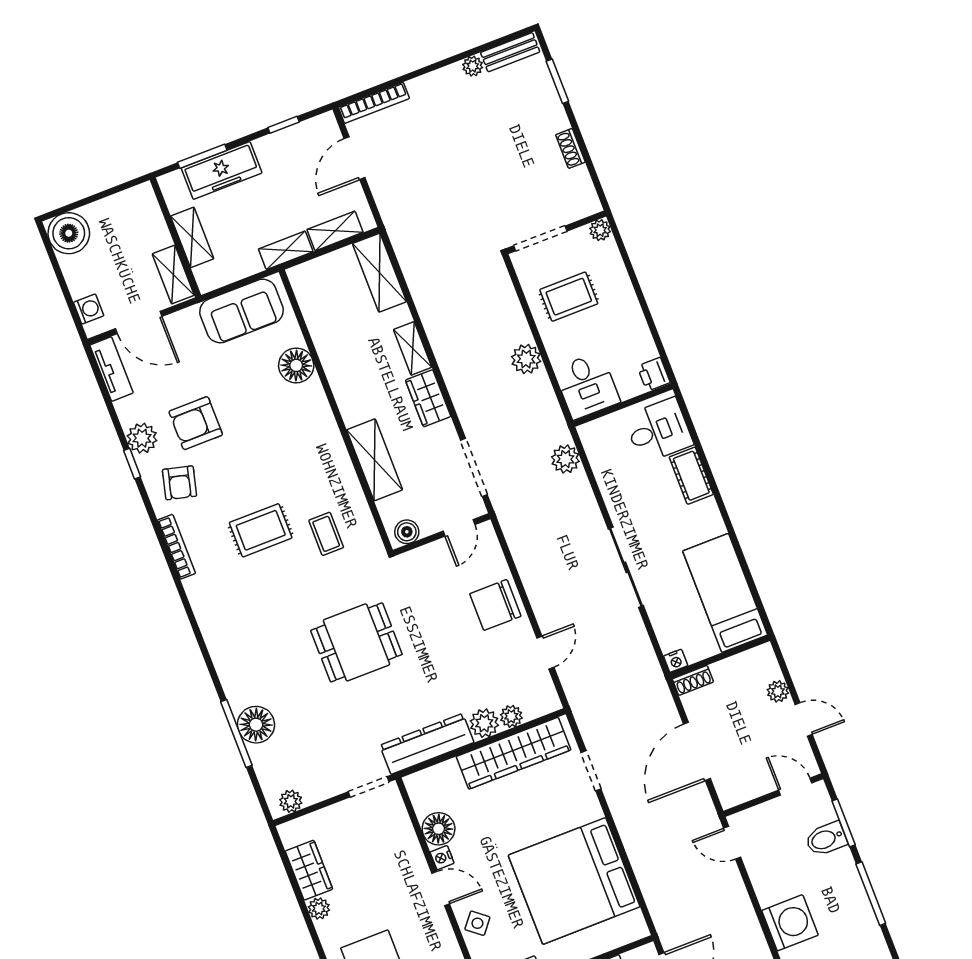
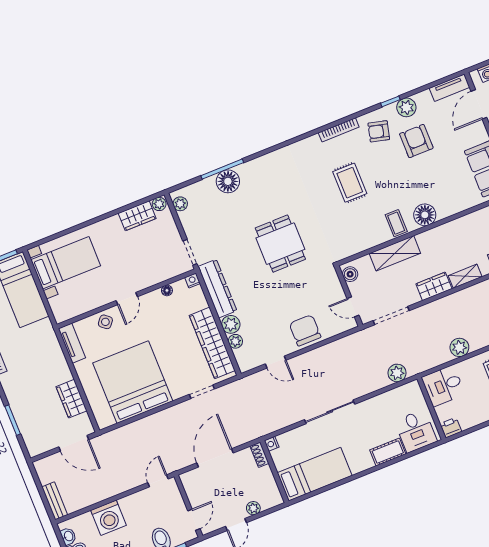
floor lamp: (296, 365) -> (425, 215), moved
coffee table: (326, 534) -> (396, 223), moved, turned 90
door: (697, 751) -> (215, 458), hinge flipped
floor lamp: (439, 829) -> (167, 290), width x0.53, depth x0.53
nightstand: (442, 858) -> (193, 281), moved
plant: (319, 909) -> (159, 204), moved

